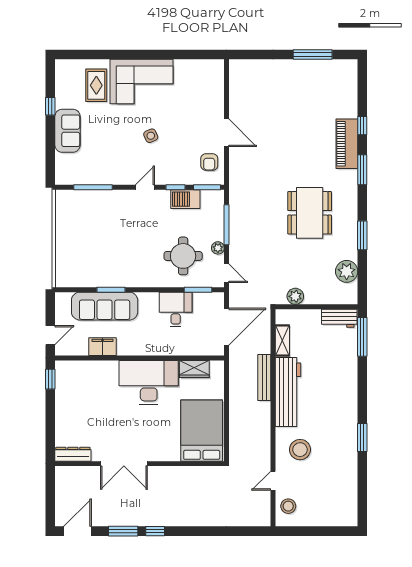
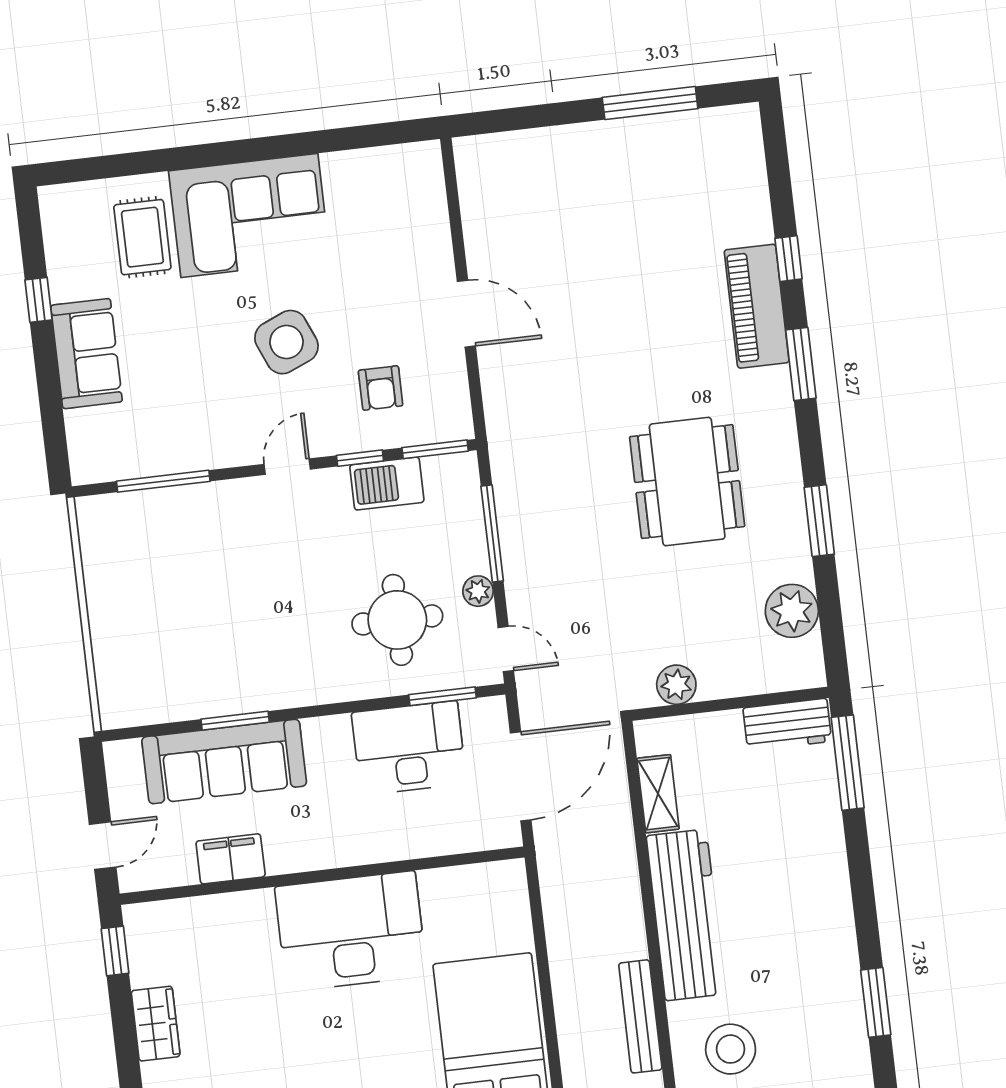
side table: (151, 136) -> (286, 342), width x1.87, depth x1.87
armchair: (209, 162) -> (381, 388), moved
desk: (176, 310) -> (409, 748), width x1.37
wardrobe: (194, 369) -> (156, 1024), moved, turned -90
bench: (264, 378) -> (640, 1016), moved

